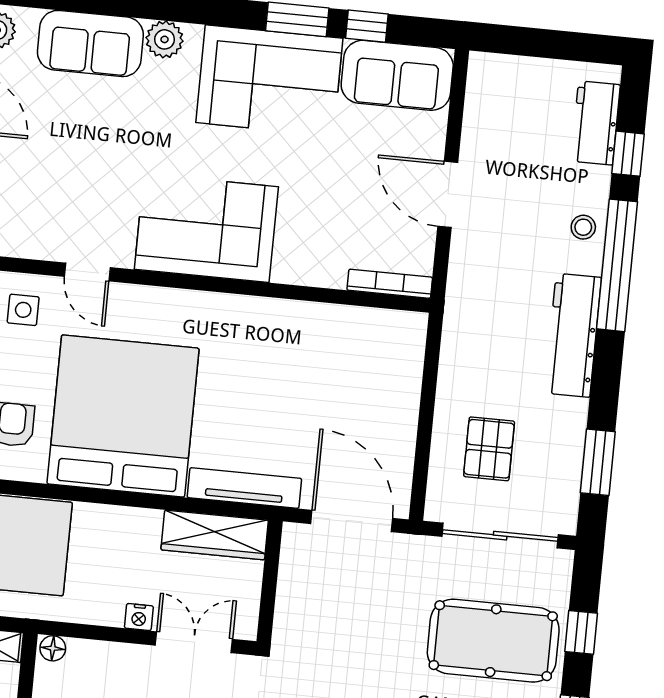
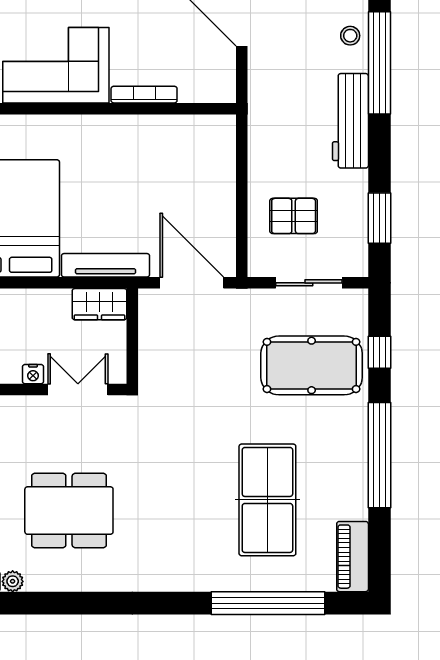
bookcase: (390, 284) -> (144, 95), moved
pallet: (489, 449) -> (294, 216), turned 90
wardrobe: (215, 535) -> (99, 304), width x0.67
sliding door: (500, 536) -> (309, 283), width x0.73

